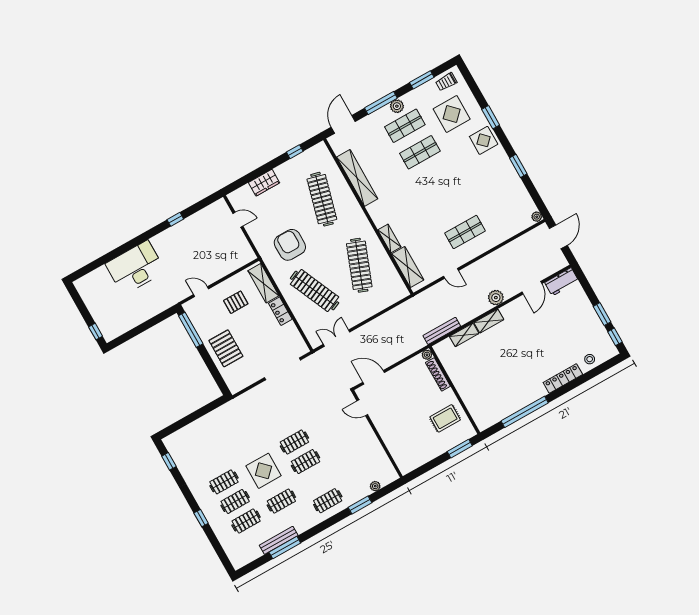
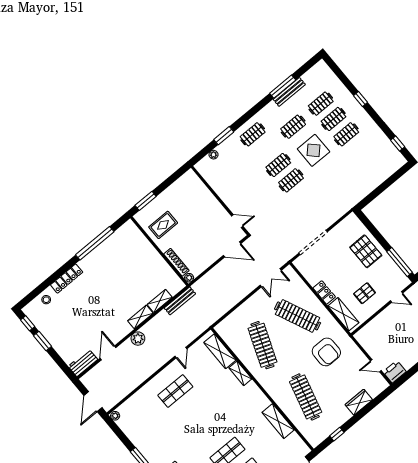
shelving: (357, 178) -> (278, 421), width x0.68
printer: (218, 209) -> (395, 372), added
door: (451, 273) -> (181, 353), swing flipped

